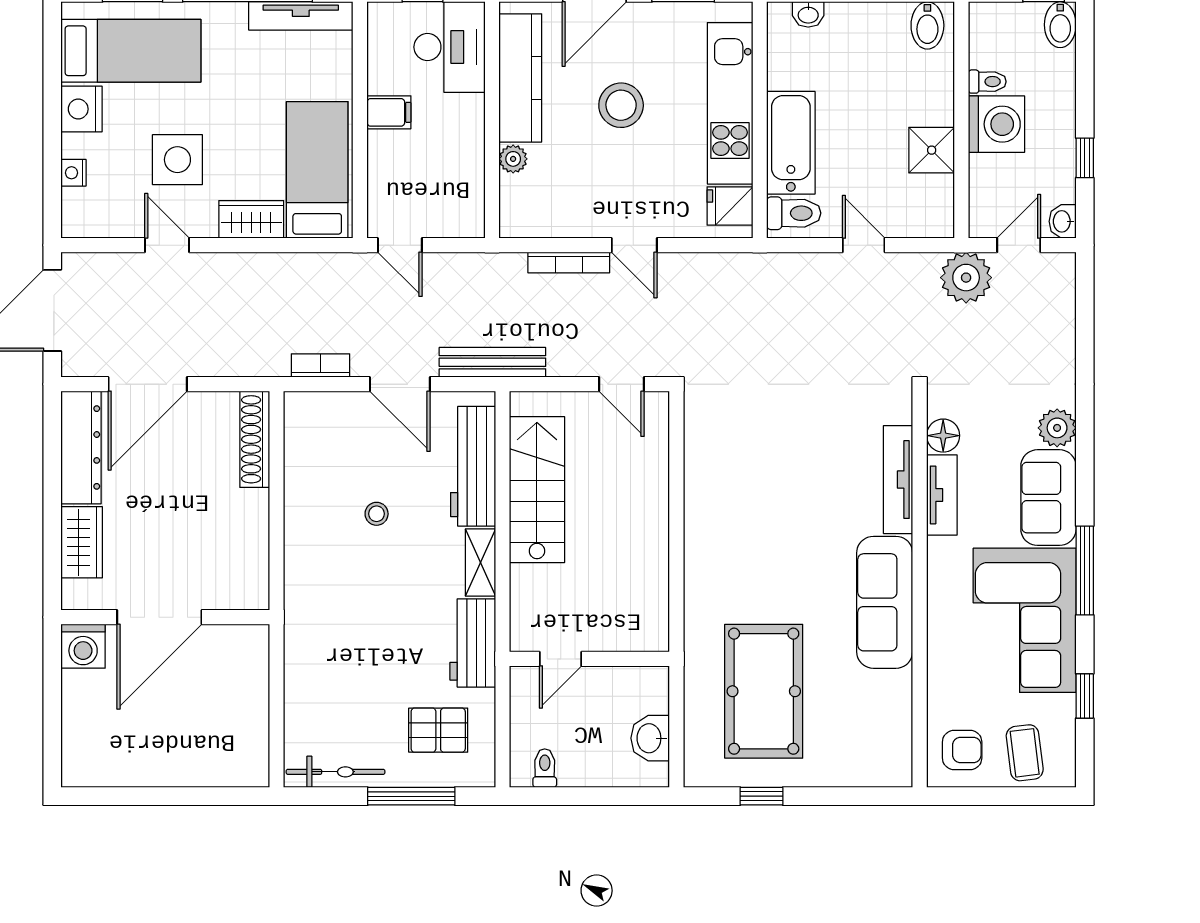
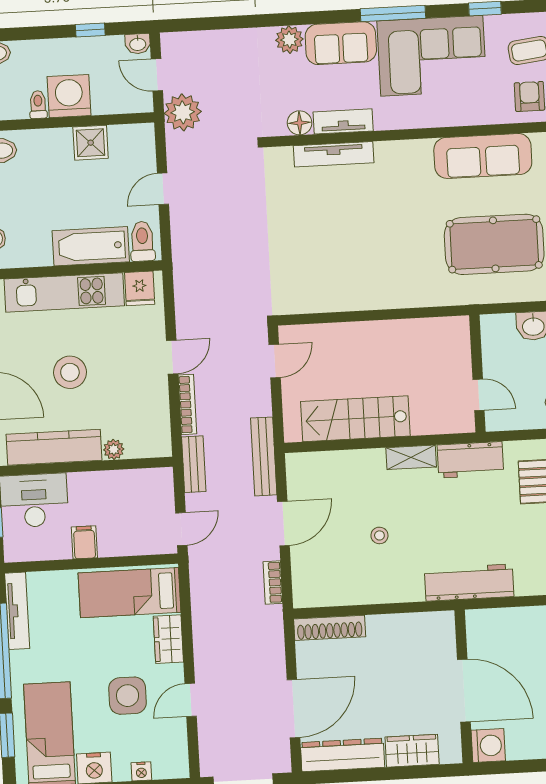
bench: (487, 267) -> (194, 464), added
door: (148, 384) -> (293, 709), hinge flipped
workbench: (473, 466) -> (469, 583), moved, turned 180
sofa: (885, 602) -> (483, 156), moved

